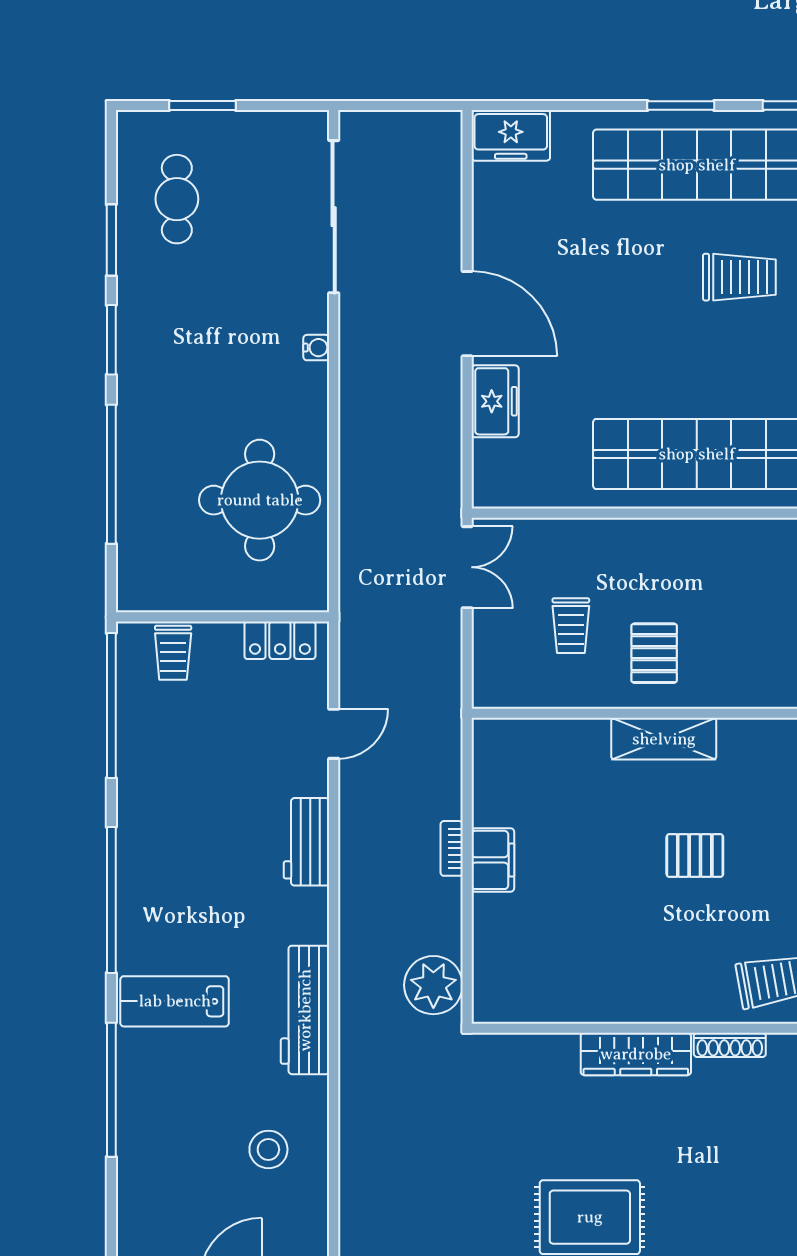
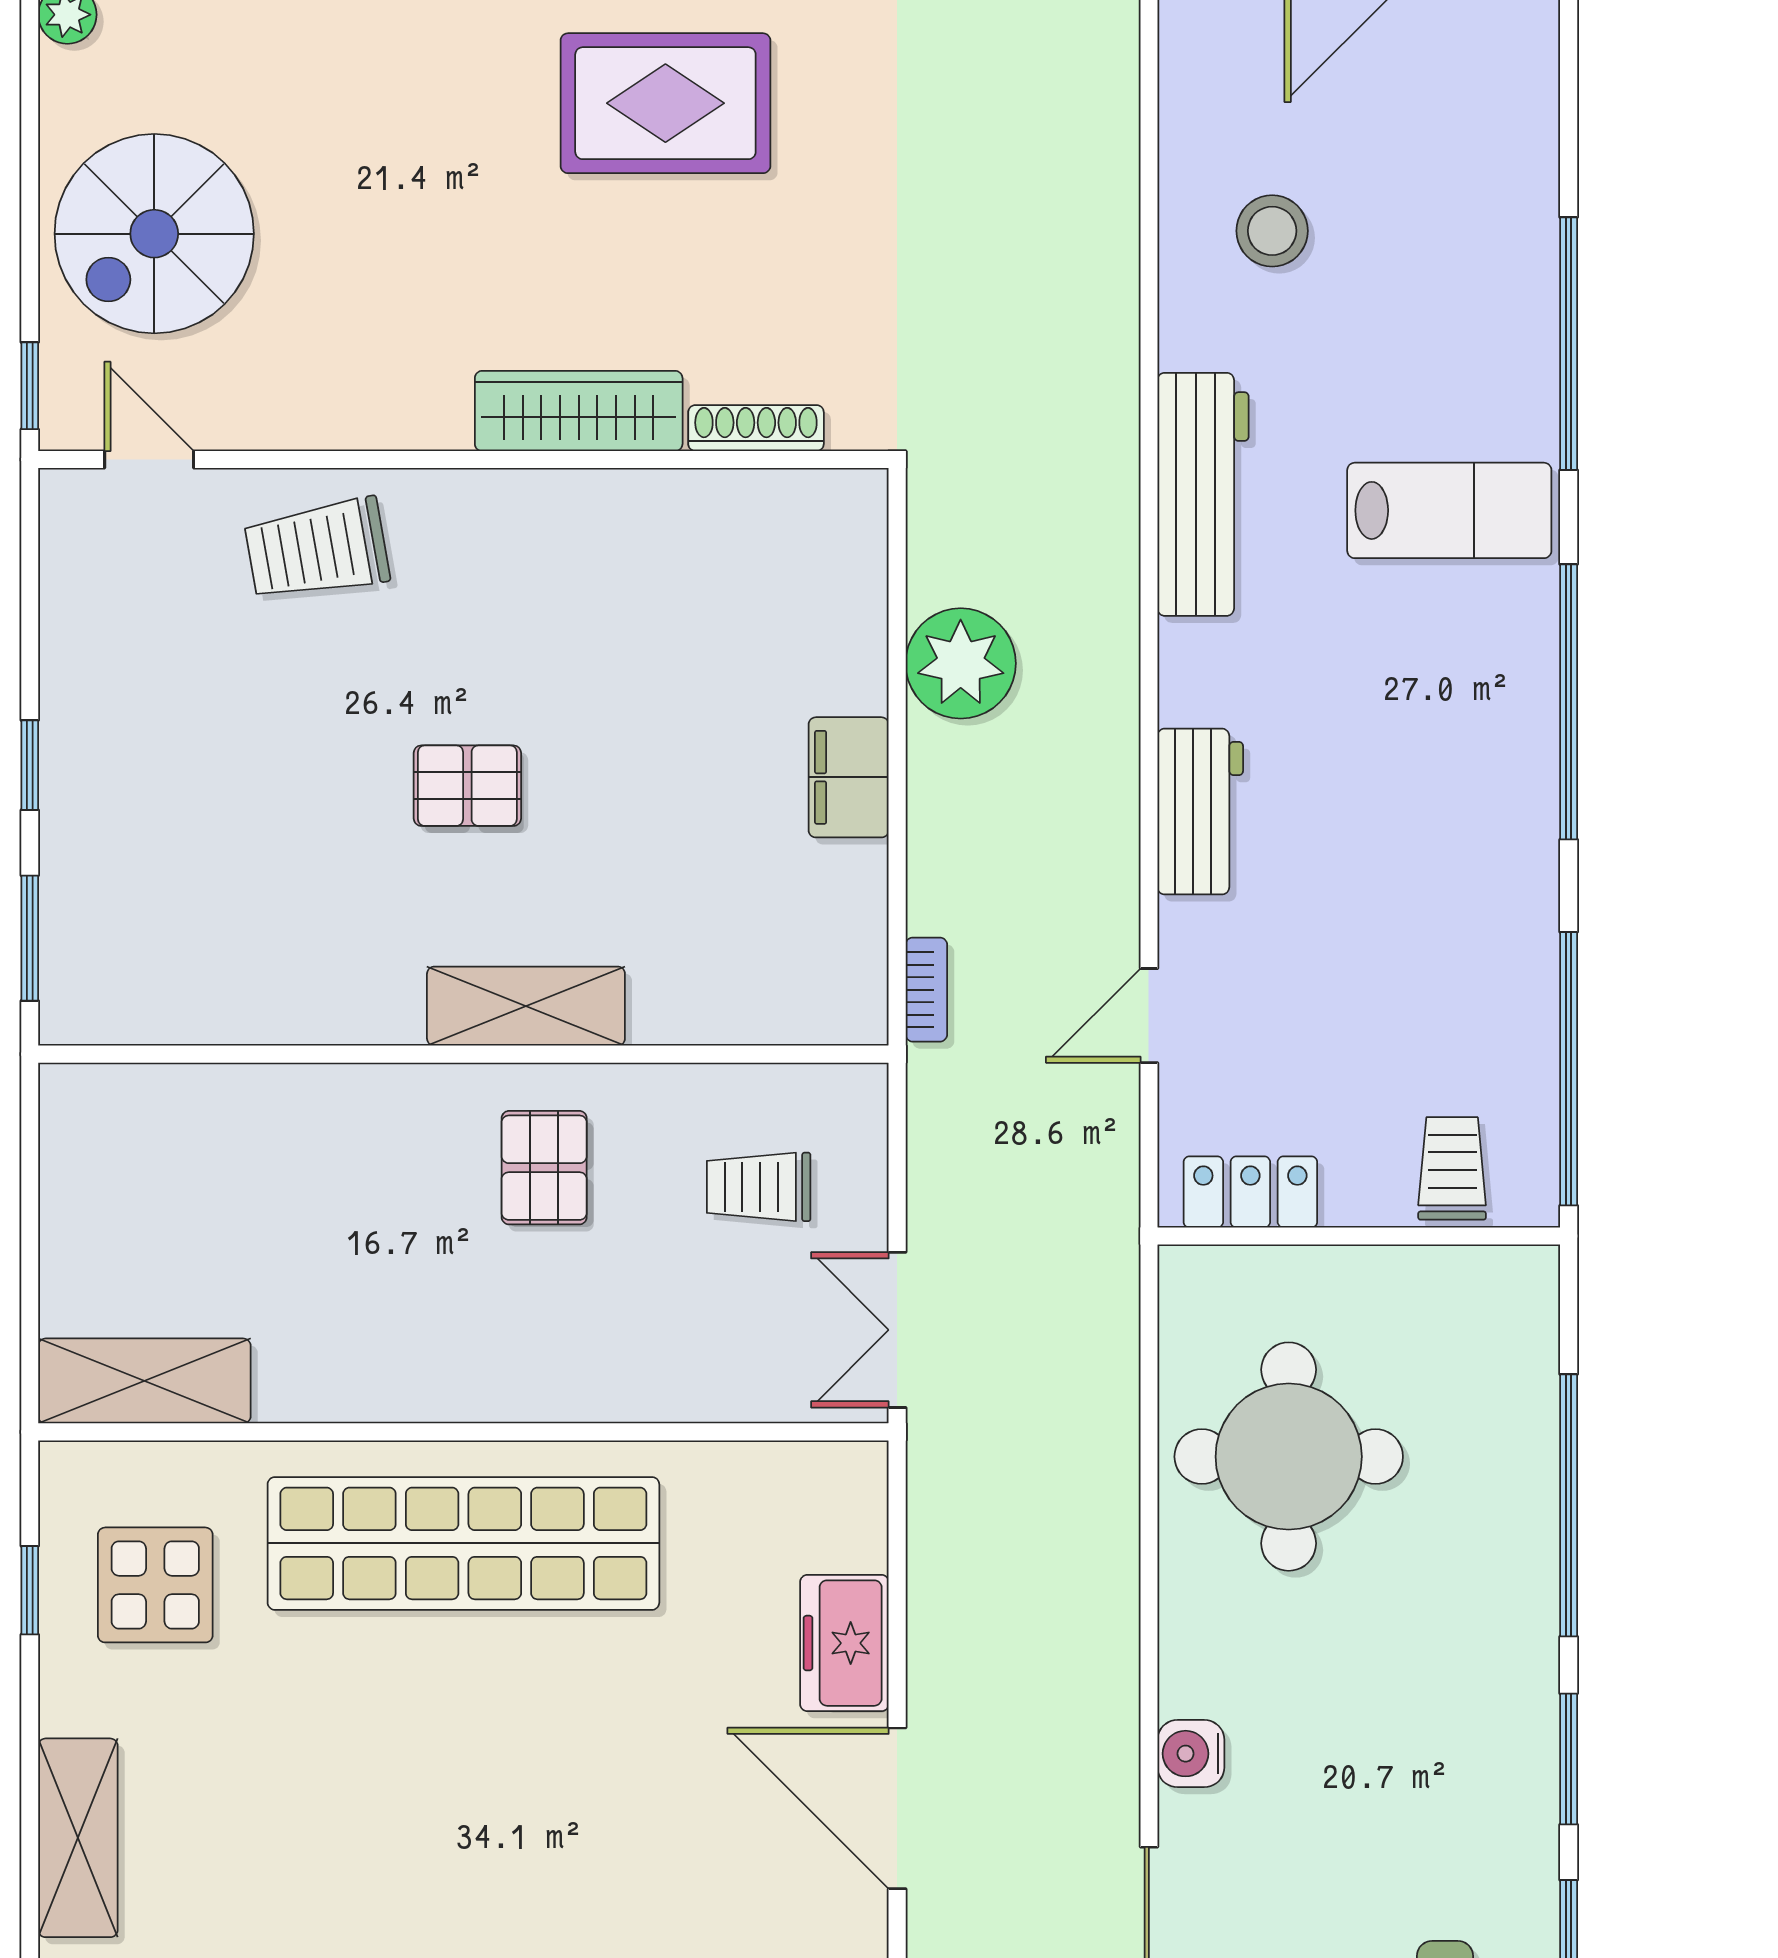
trolley: (739, 277) -> (383, 1877), removed
water cooler: (316, 348) -> (1191, 1754), width x1.38, depth x1.38
trolley: (571, 626) -> (759, 1187), moved, turned -90
bookcase: (452, 848) -> (926, 990), moved
plant: (433, 985) -> (961, 663), moved
shoe rack: (730, 1045) -> (756, 428), moved

